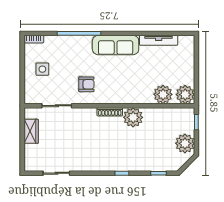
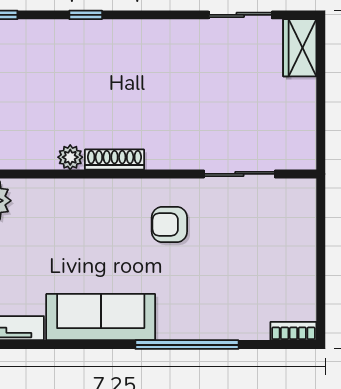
side table: (42, 69) -> (273, 260), removed
plant: (133, 117) -> (70, 157), width x0.53, depth x0.53
wardrobe: (31, 131) -> (300, 48), moved

